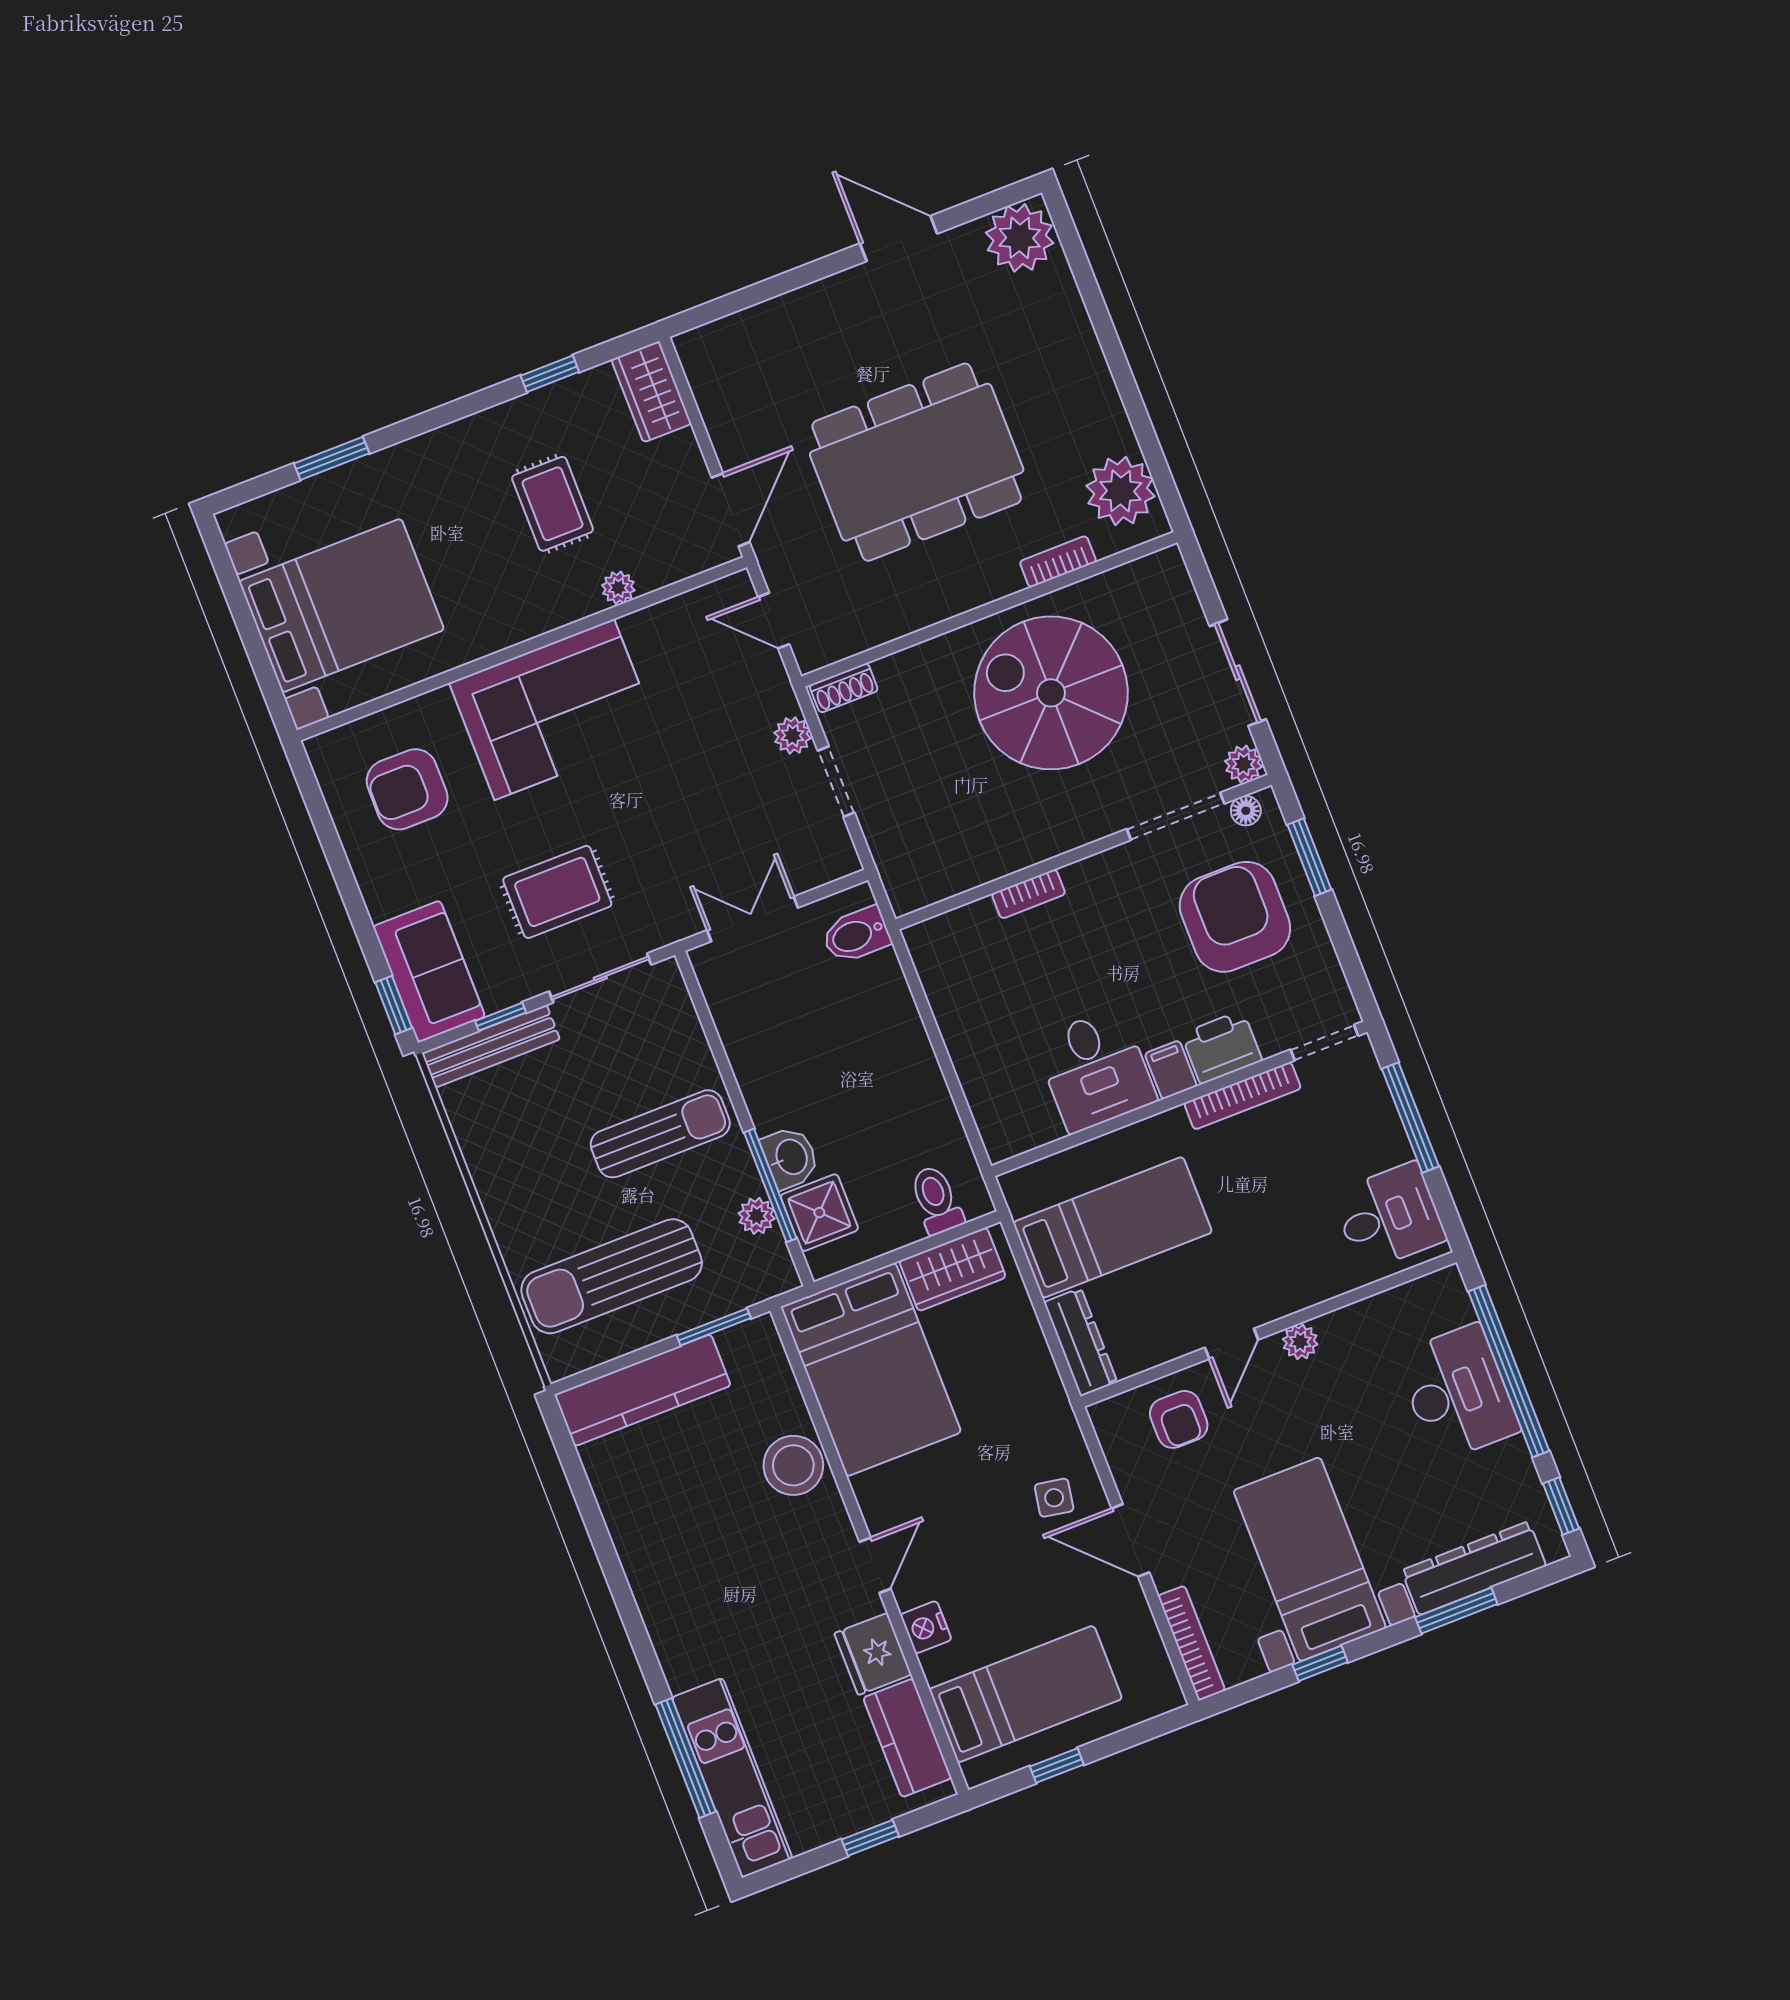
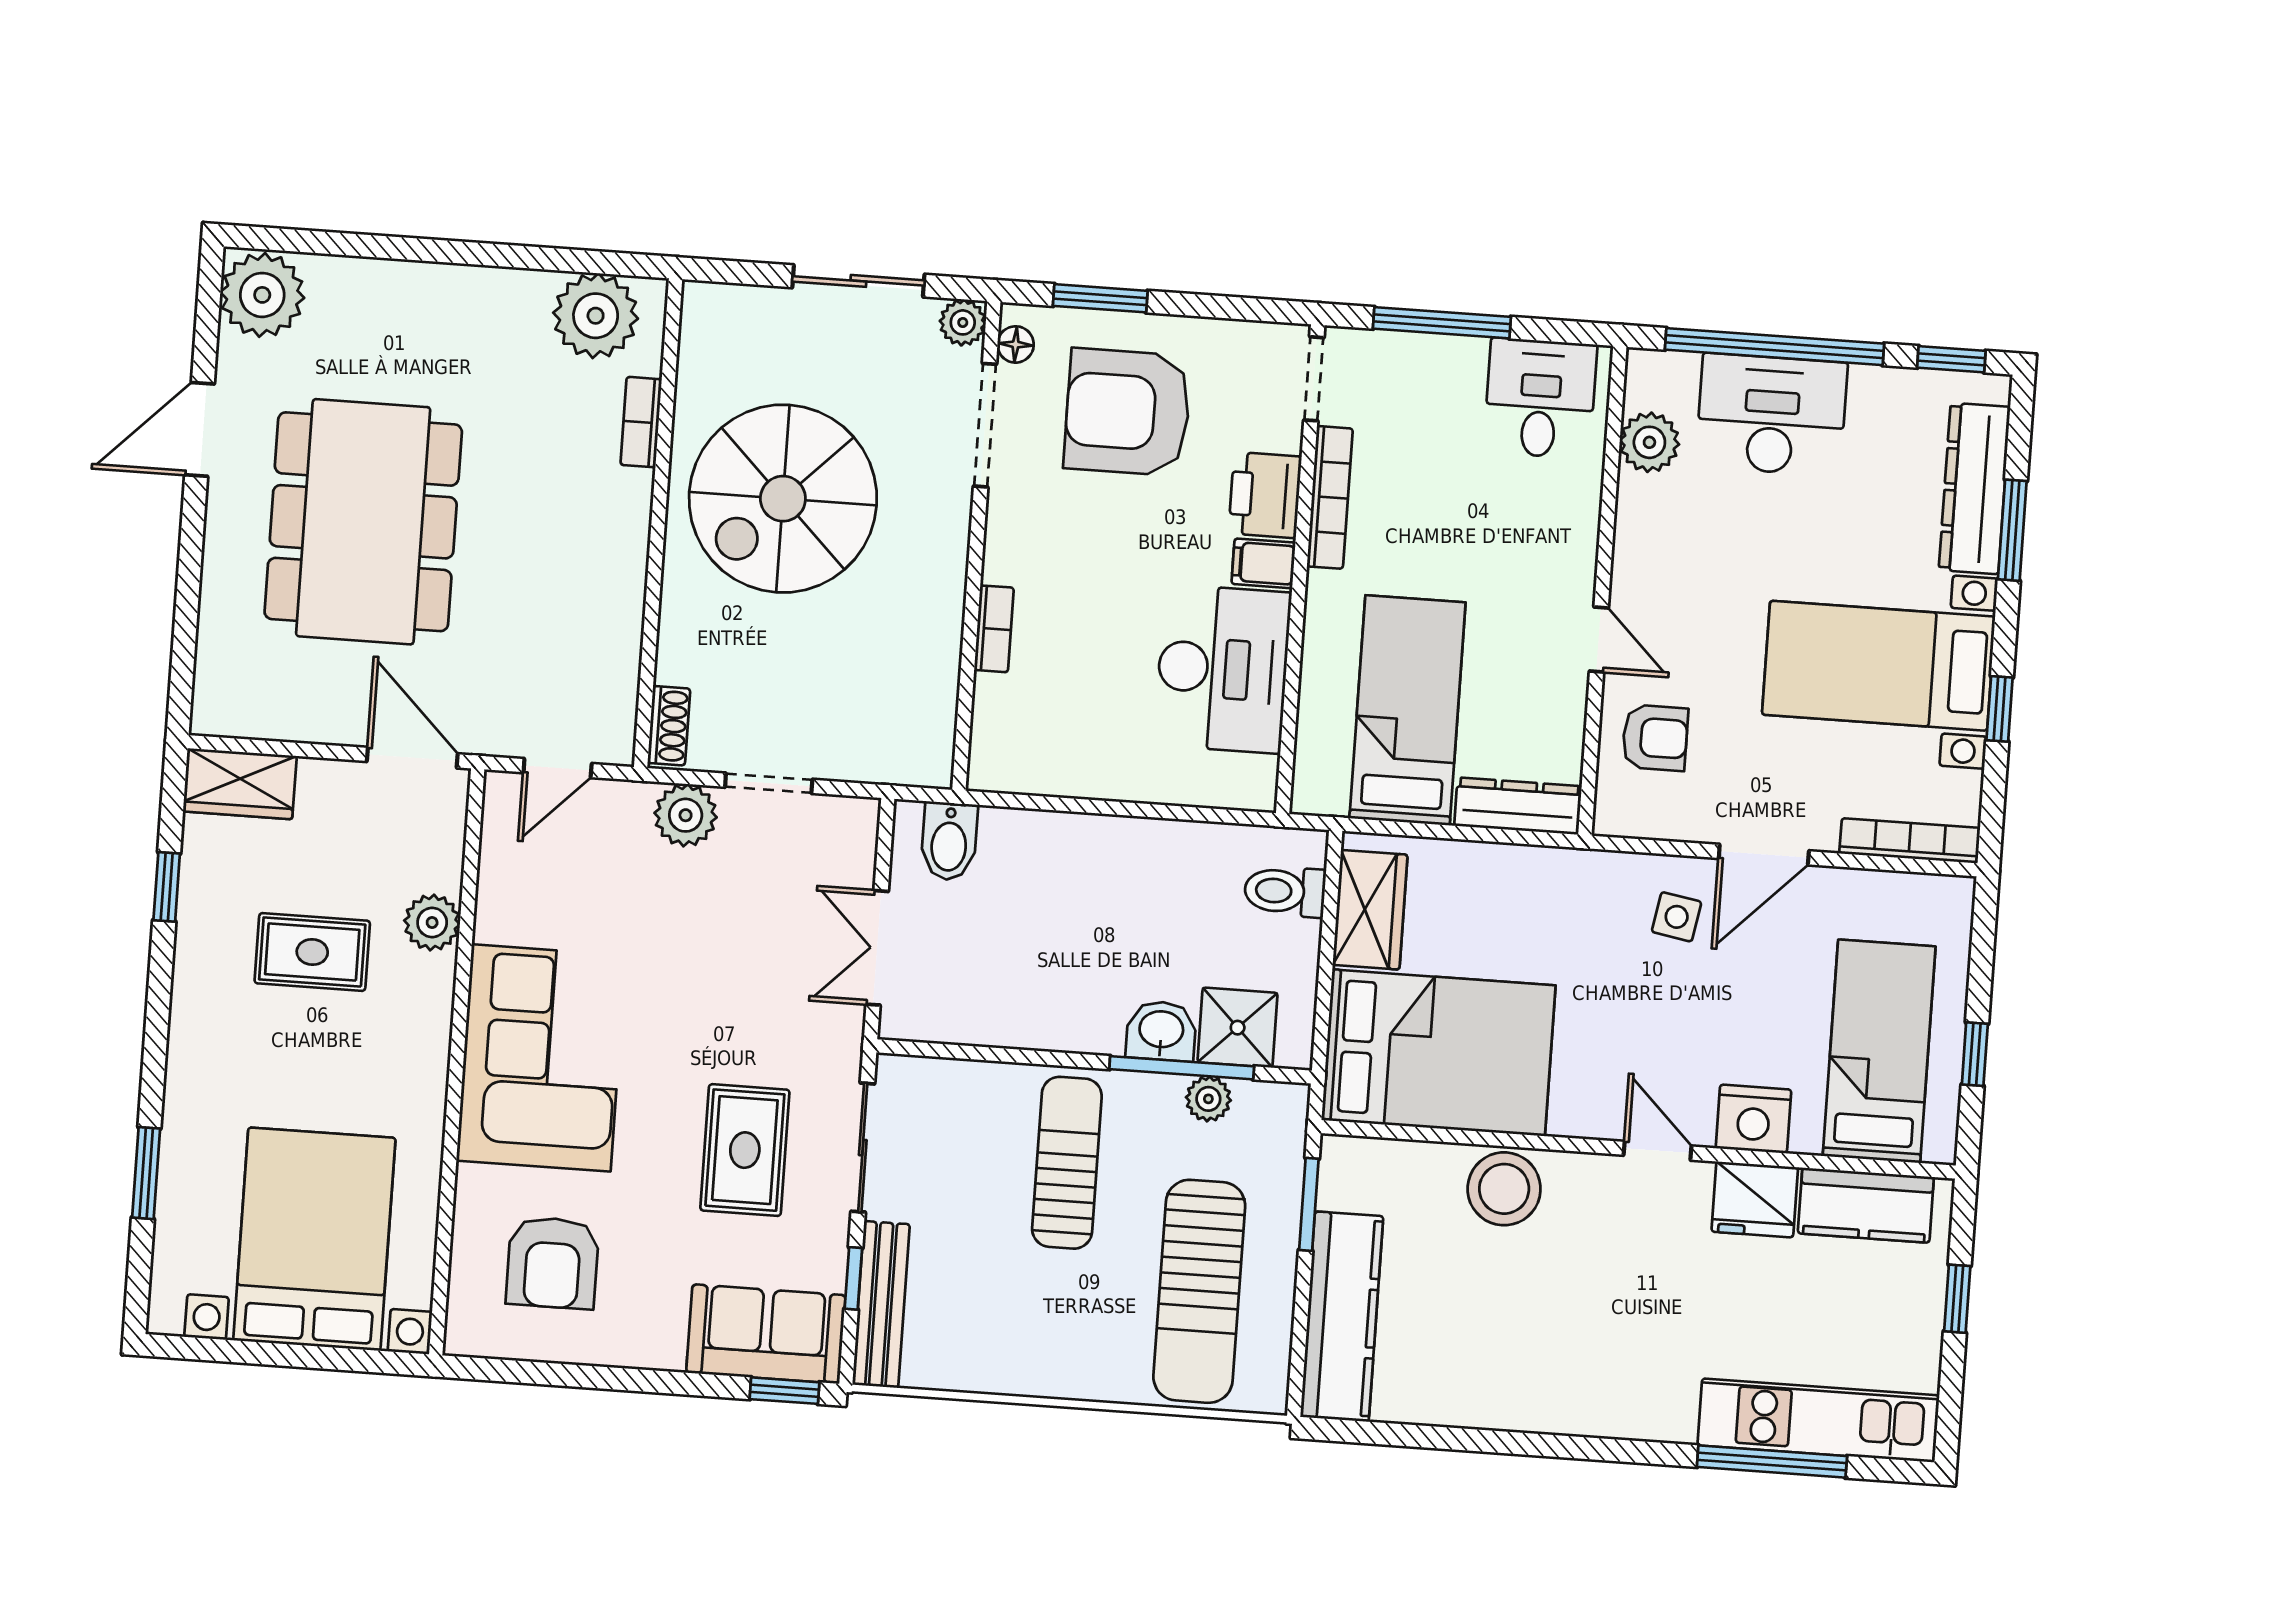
dining table: (917, 462) -> (363, 522), moved
plant: (618, 588) -> (432, 922), width x1.38, depth x1.38
plant: (793, 735) -> (686, 815), width x1.38, depth x1.38
desk: (1095, 1070) -> (1223, 669), width x1.37
plant: (1300, 1342) -> (1649, 442), moved, width x1.38, depth x1.38
nightstand: (926, 1627) -> (1753, 1119), width x1.36, depth x1.33

